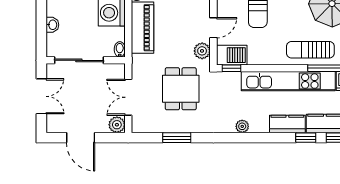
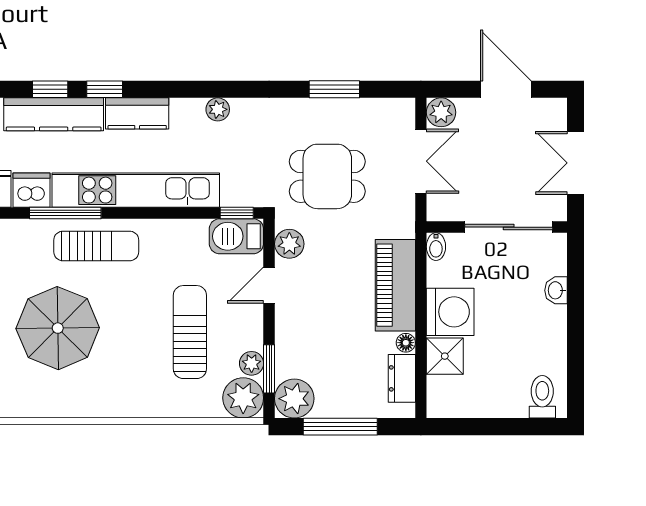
dining table: (181, 89) -> (327, 176), turned 90

